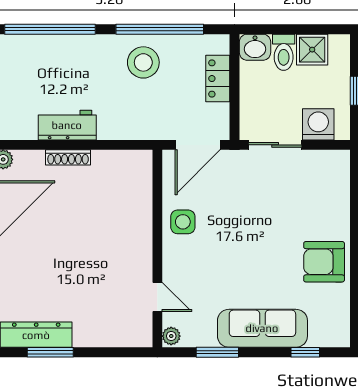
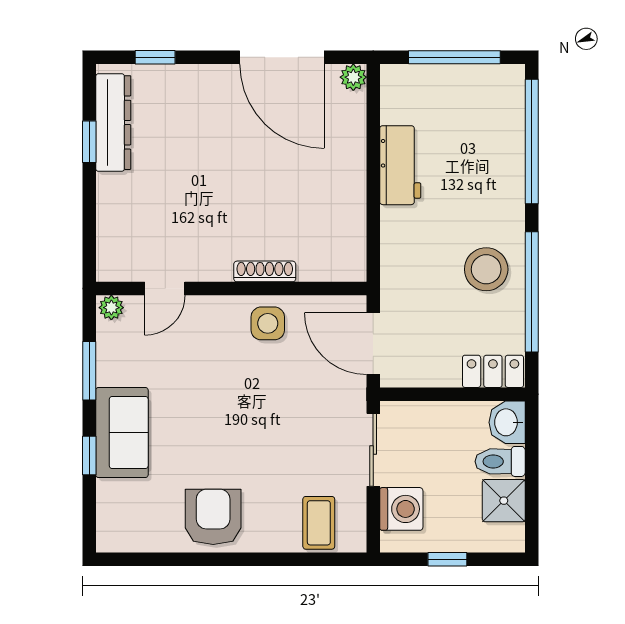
locker: (218, 79) -> (493, 371), moved
shoe rack: (68, 157) -> (265, 271), moved, turned 90
coffee table: (328, 185) -> (319, 523), added
sofa: (262, 328) -> (122, 432), width x0.73
window: (50, 352) -> (89, 142), width x0.67
window: (305, 352) -> (89, 455), moved

